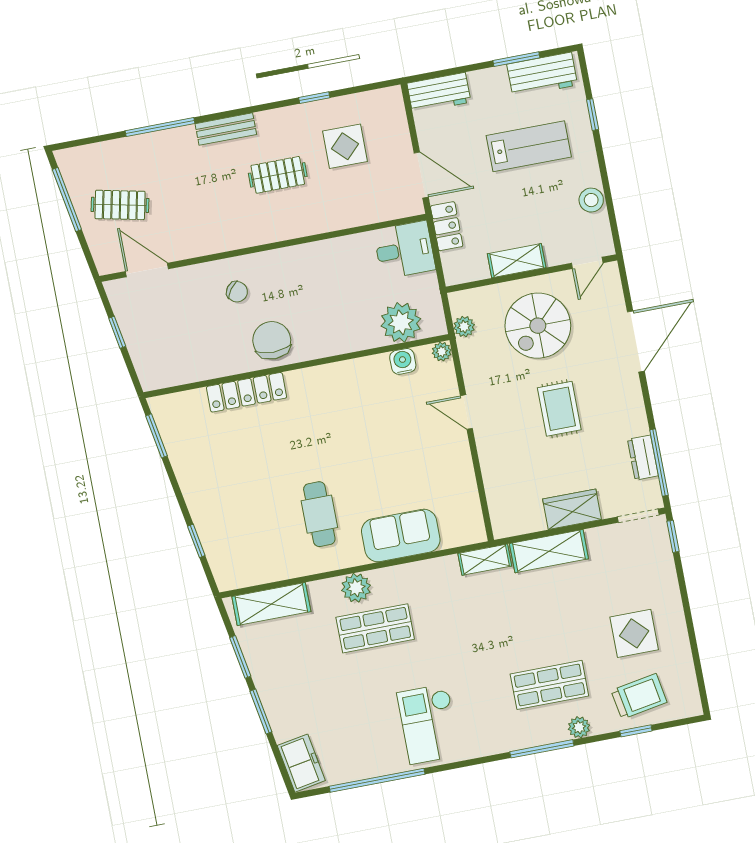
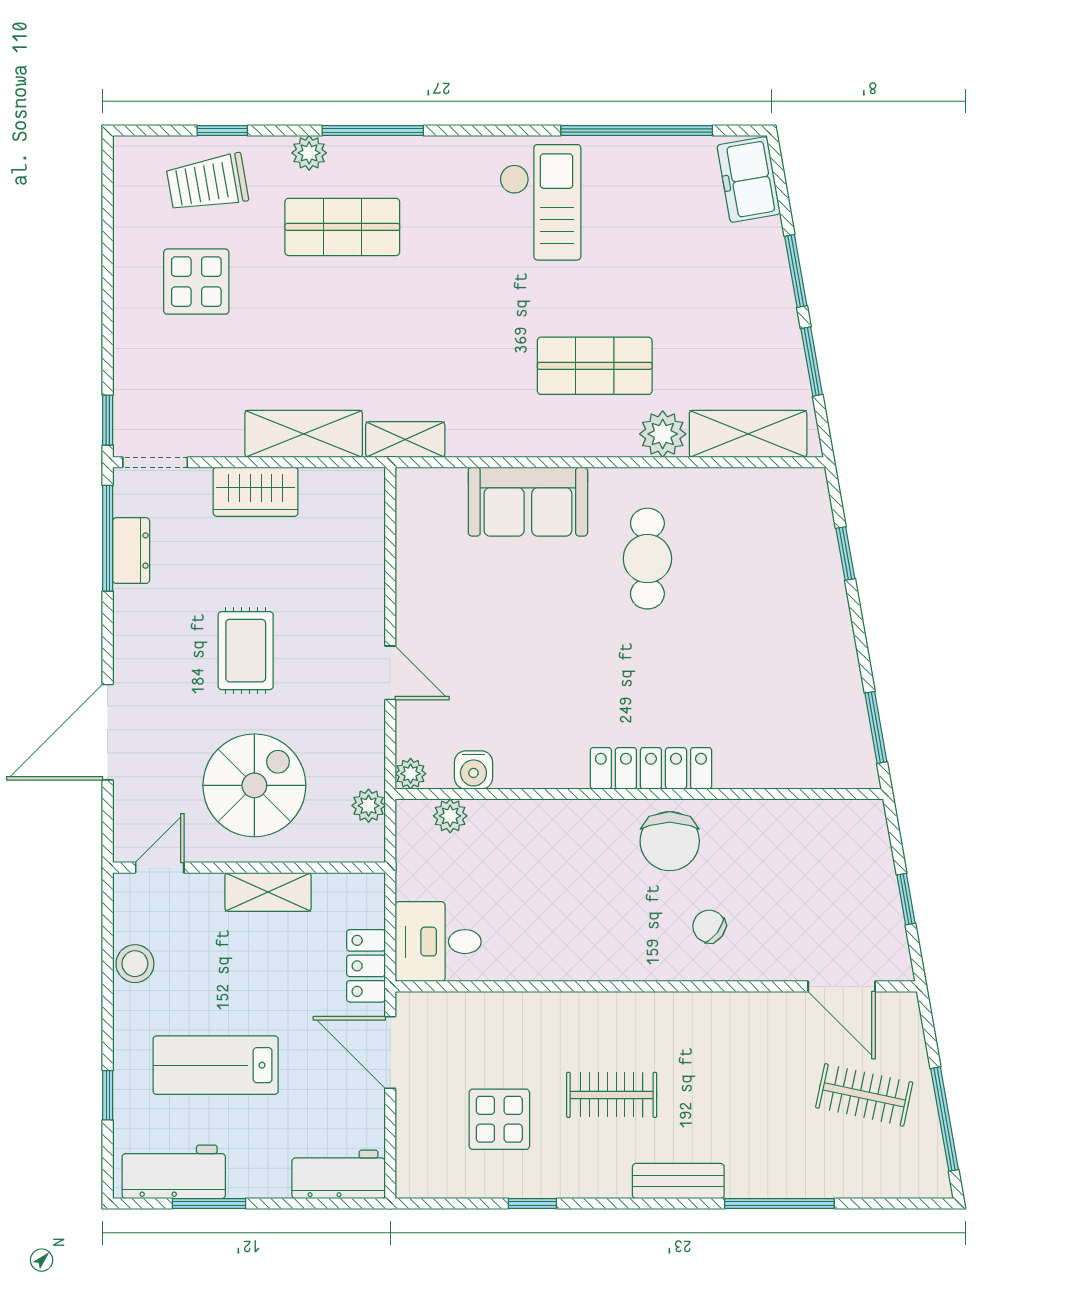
plant: (401, 322) -> (450, 816), width x0.53, depth x0.53
locker: (247, 392) -> (651, 768), moved
plant: (356, 588) -> (663, 434), moved

